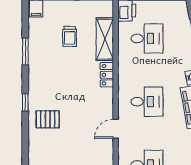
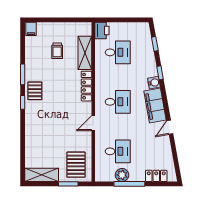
window: (25, 51) -> (23, 74), moved
locker: (107, 75) -> (86, 86), width x1.53
pallet: (48, 119) -> (35, 91), moved, turned 90

